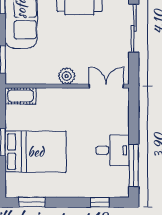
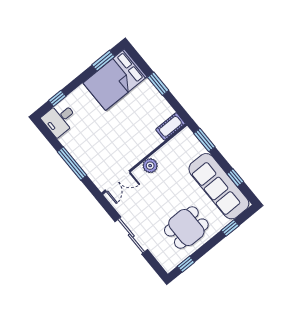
desk: (113, 150) -> (60, 119), moved
bed: (36, 152) -> (115, 80), moved
window: (134, 165) -> (72, 163), moved

